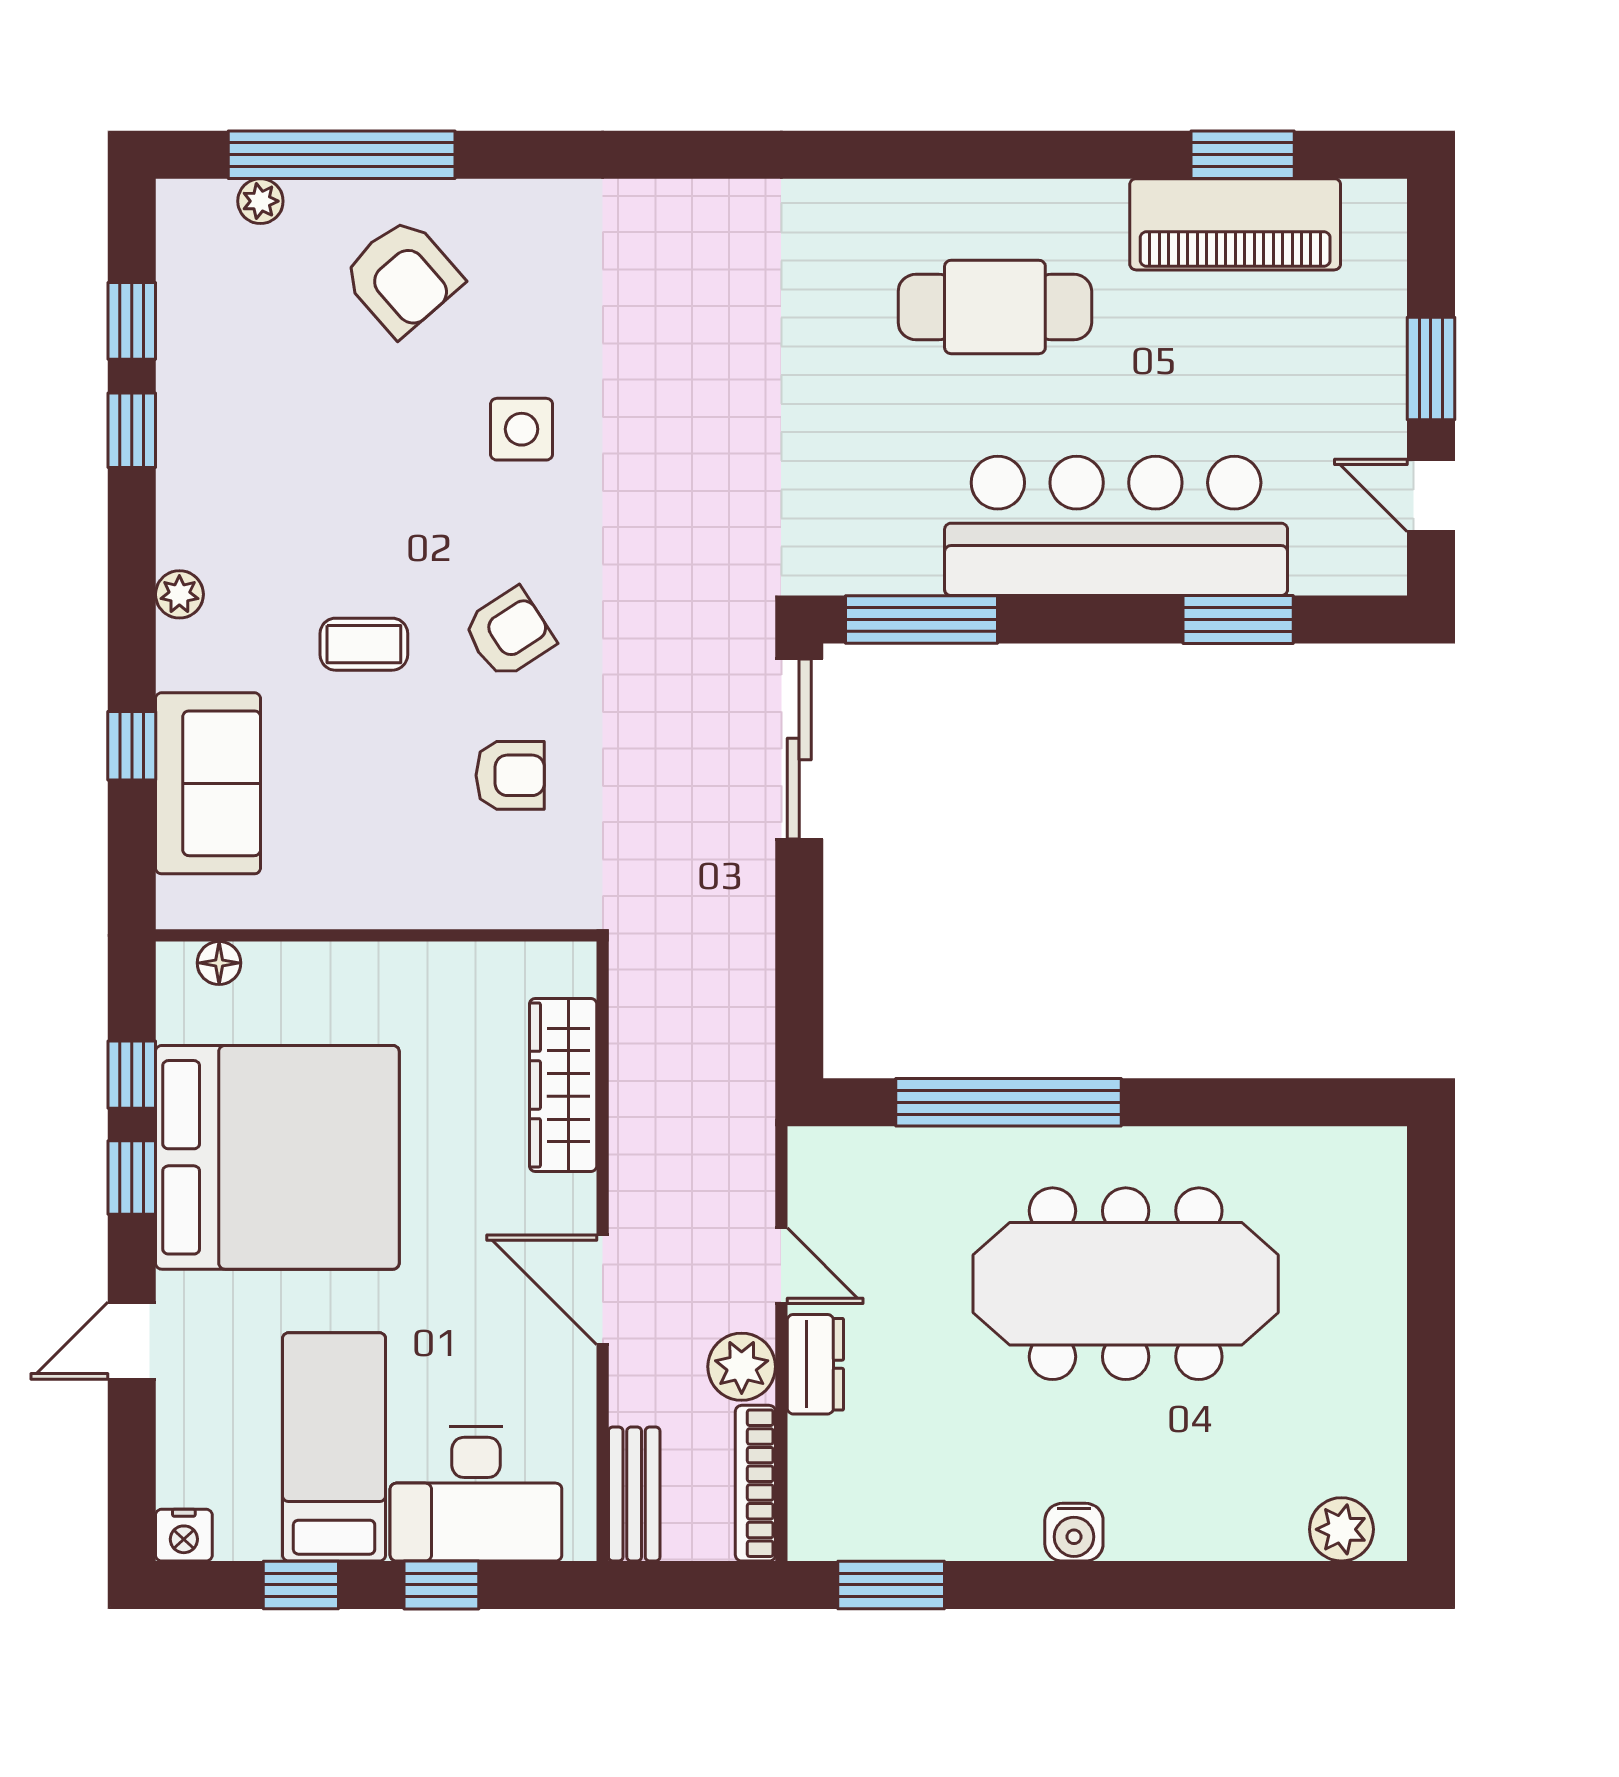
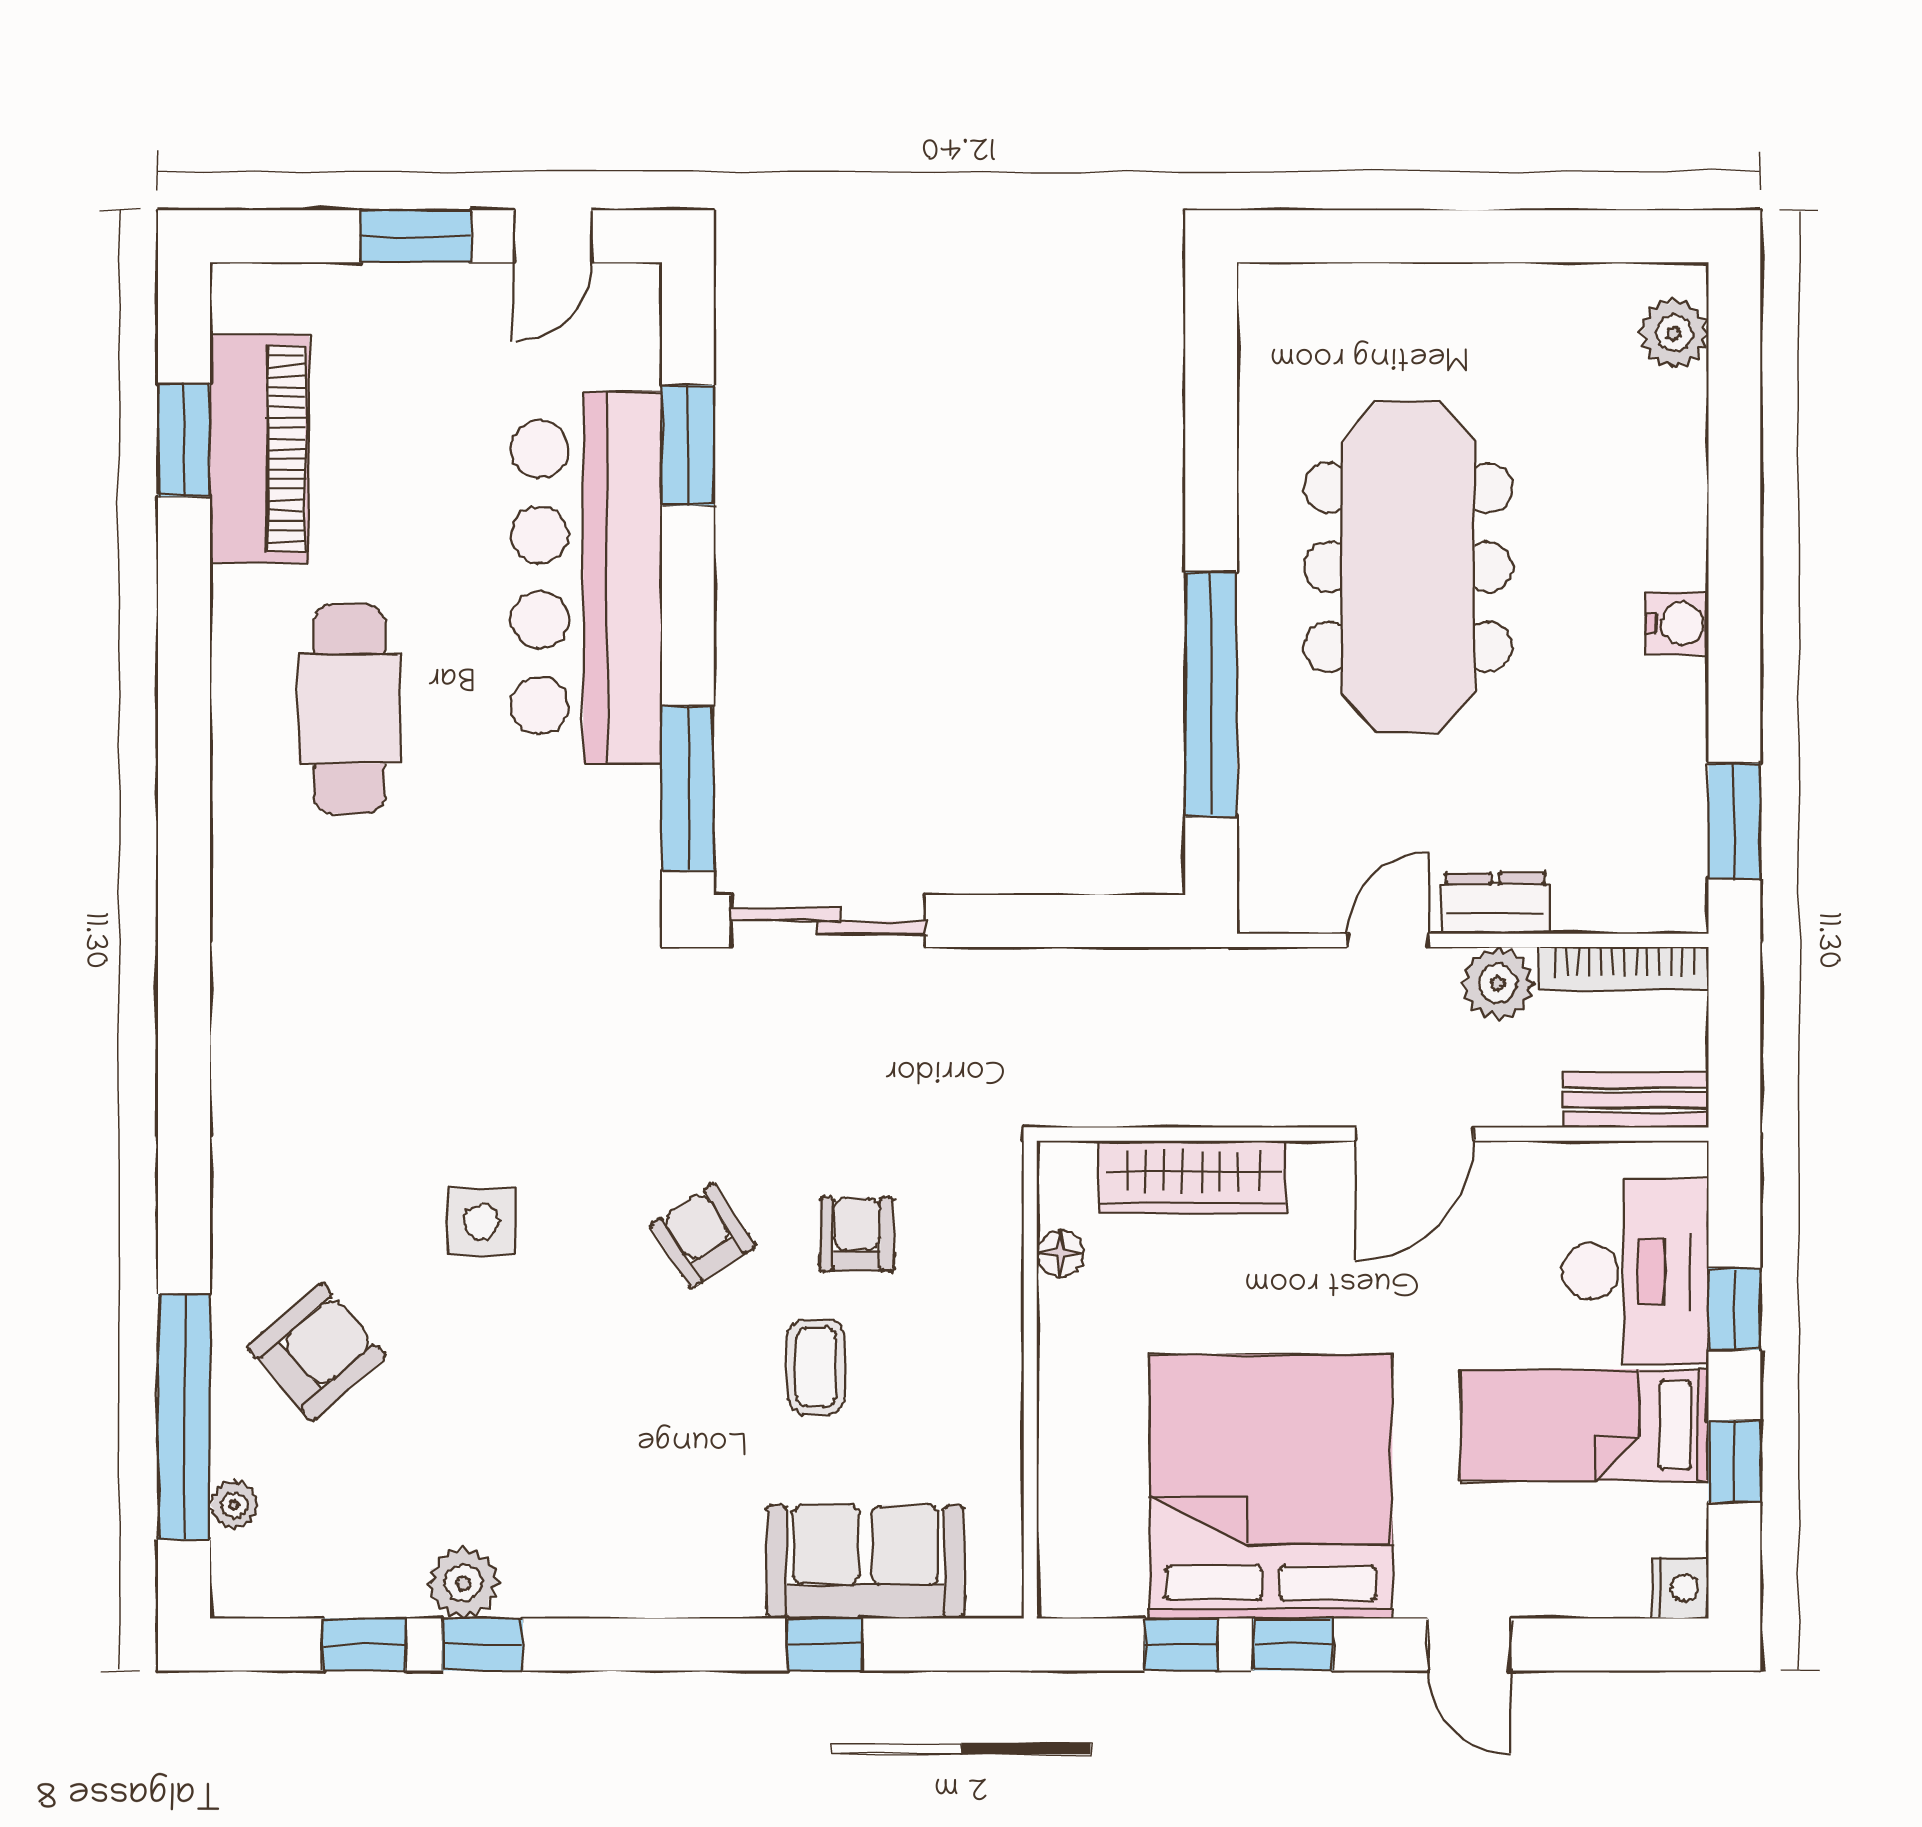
plant: (179, 594) -> (463, 1583), moved, width x1.38, depth x1.38
coffee table: (364, 644) -> (816, 1367), moved
floor lamp: (219, 963) -> (1060, 1253), moved

